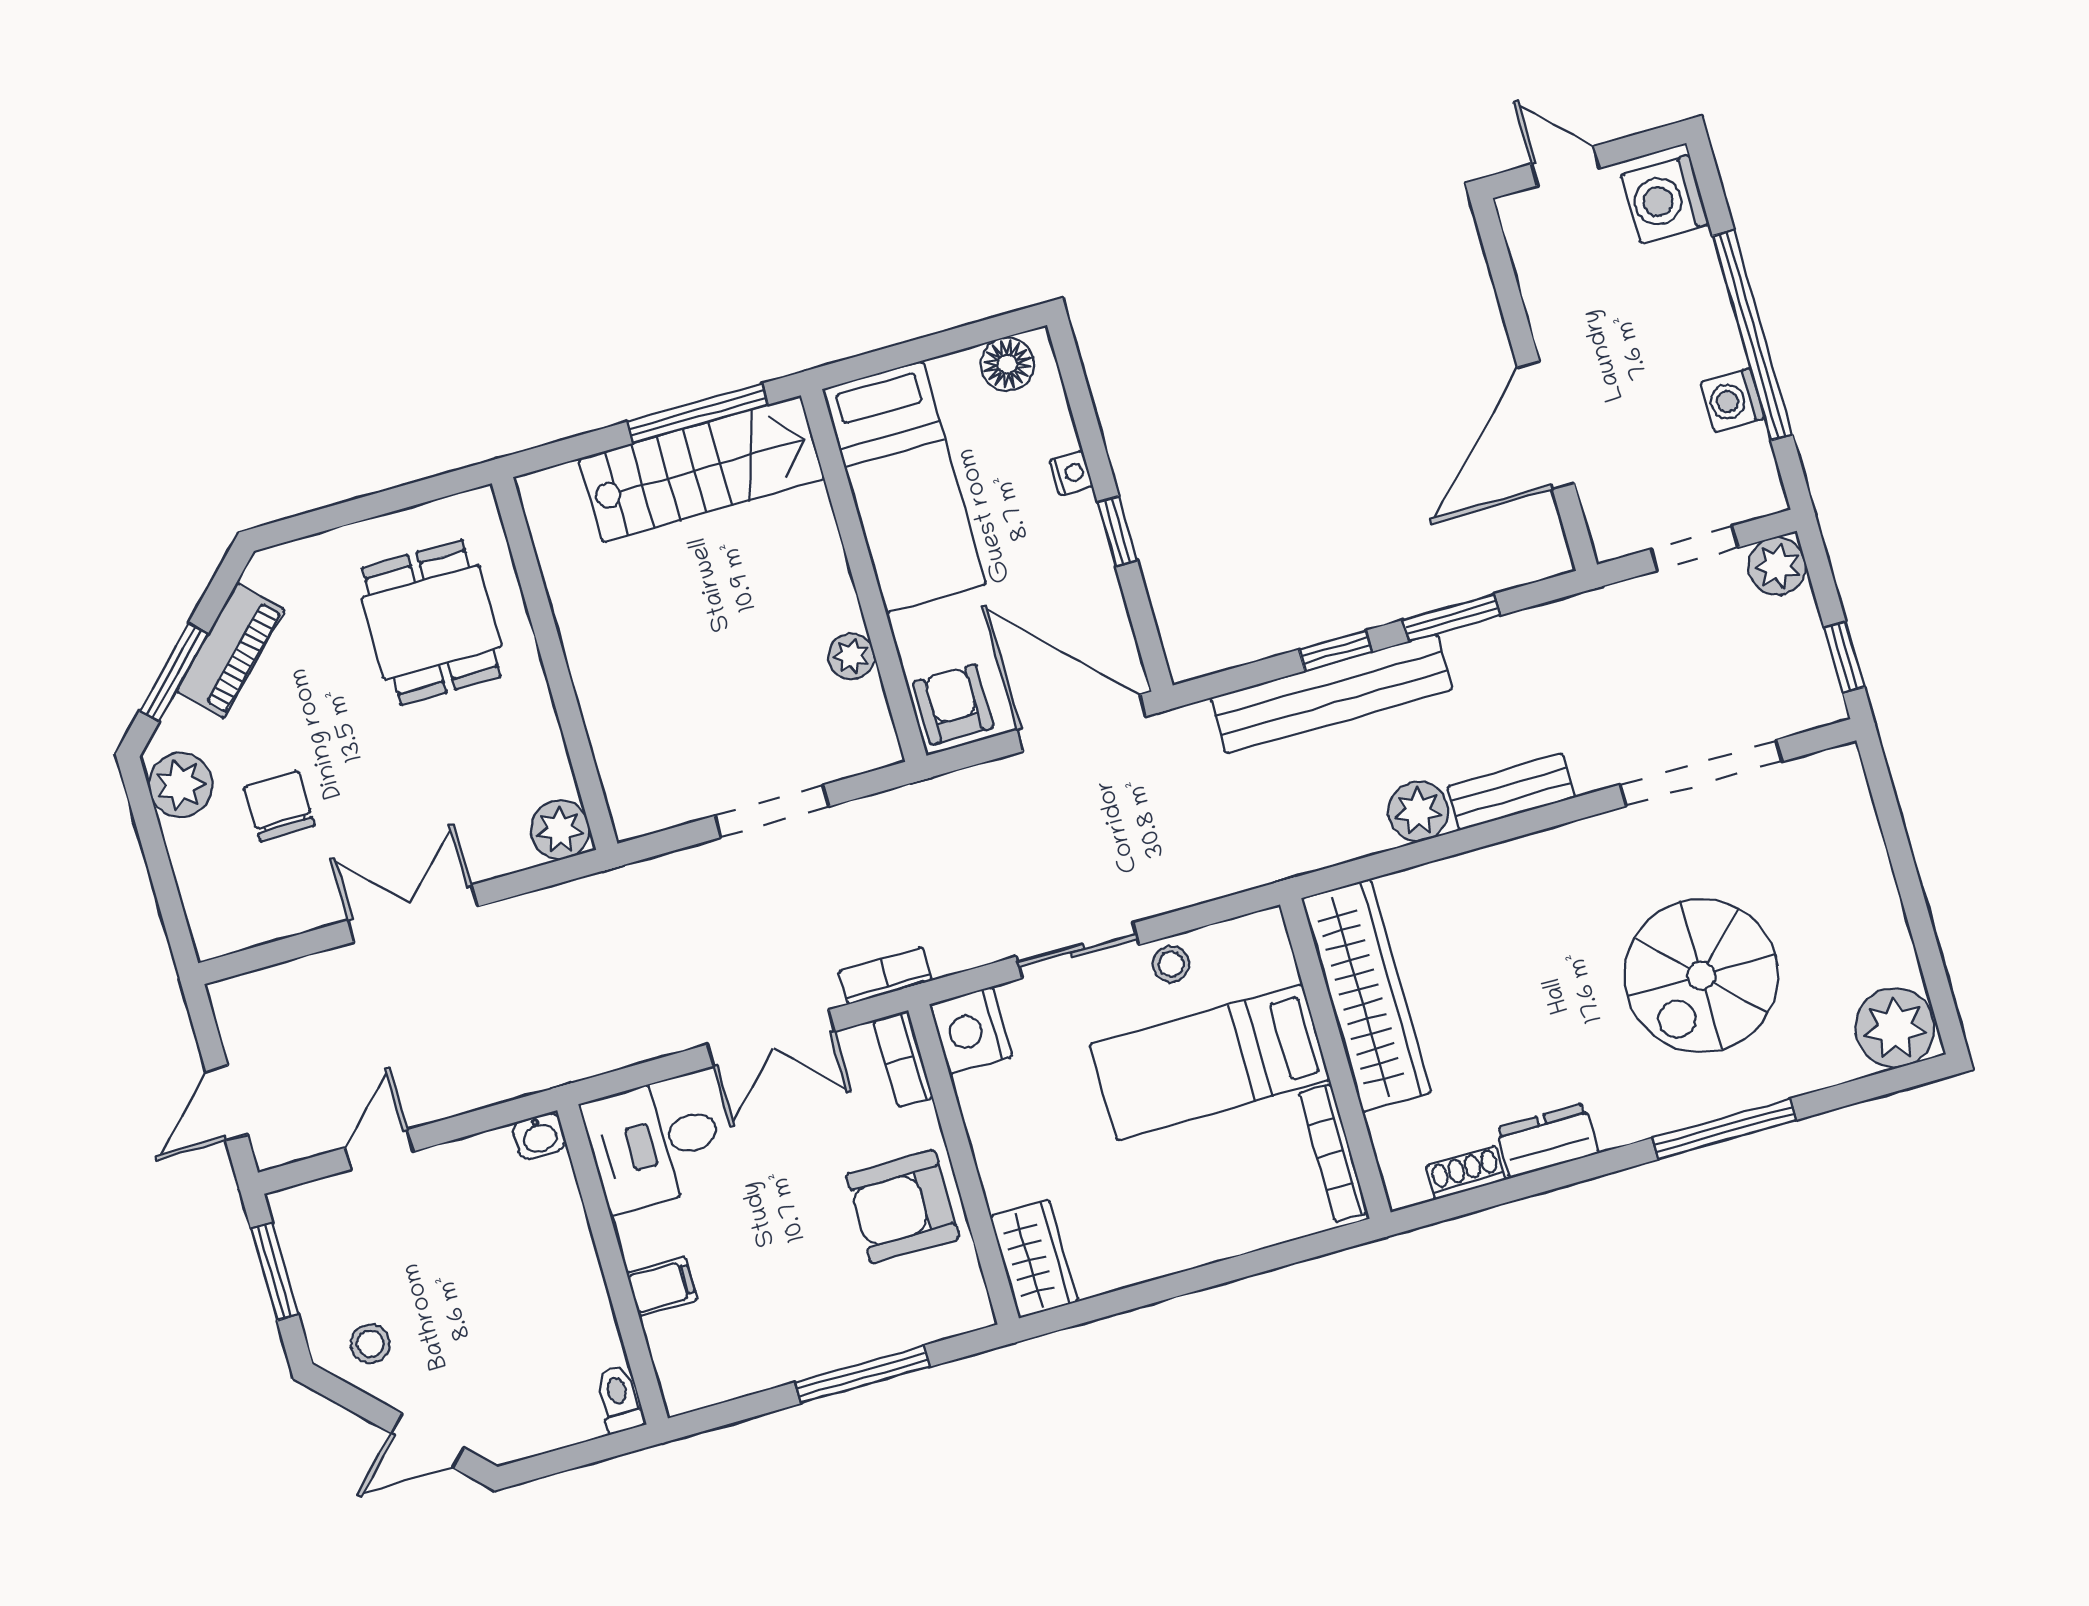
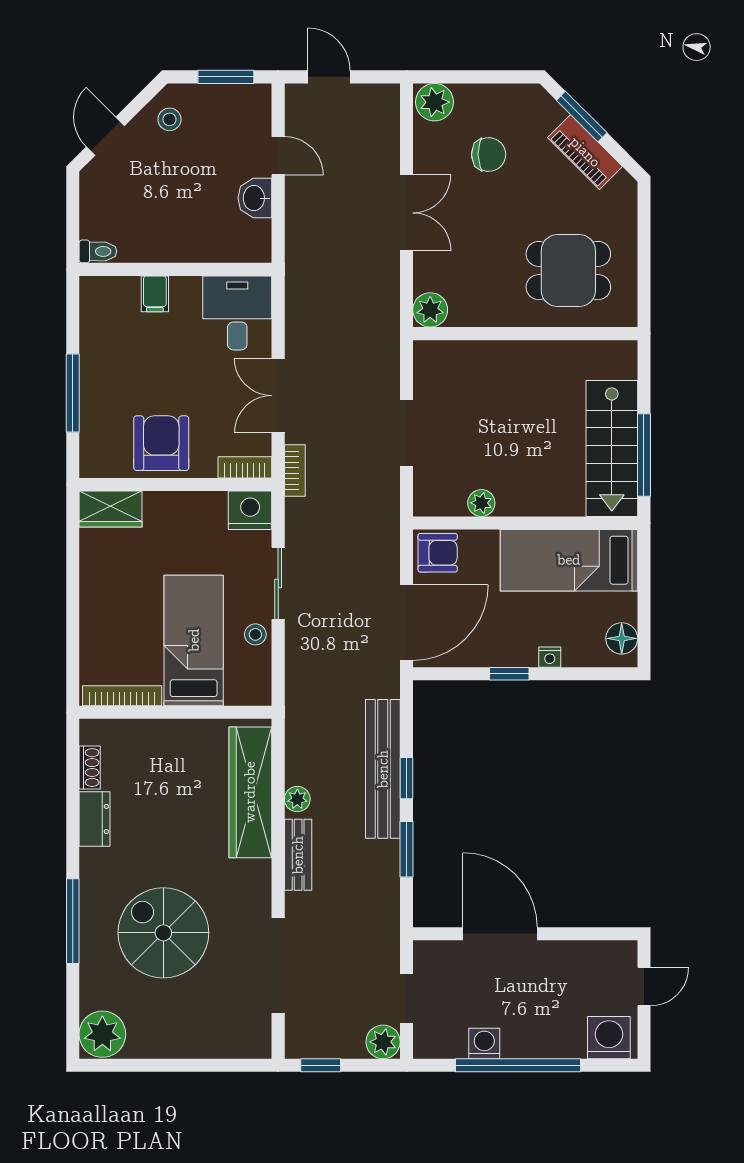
plant: (181, 785) -> (435, 102), moved
plant: (1418, 811) -> (297, 799), width x0.73, depth x0.73
wardrobe: (1366, 995) -> (250, 792), moved, turned 90
washbasin: (539, 1136) -> (255, 198), moved, width x1.38, depth x1.45

